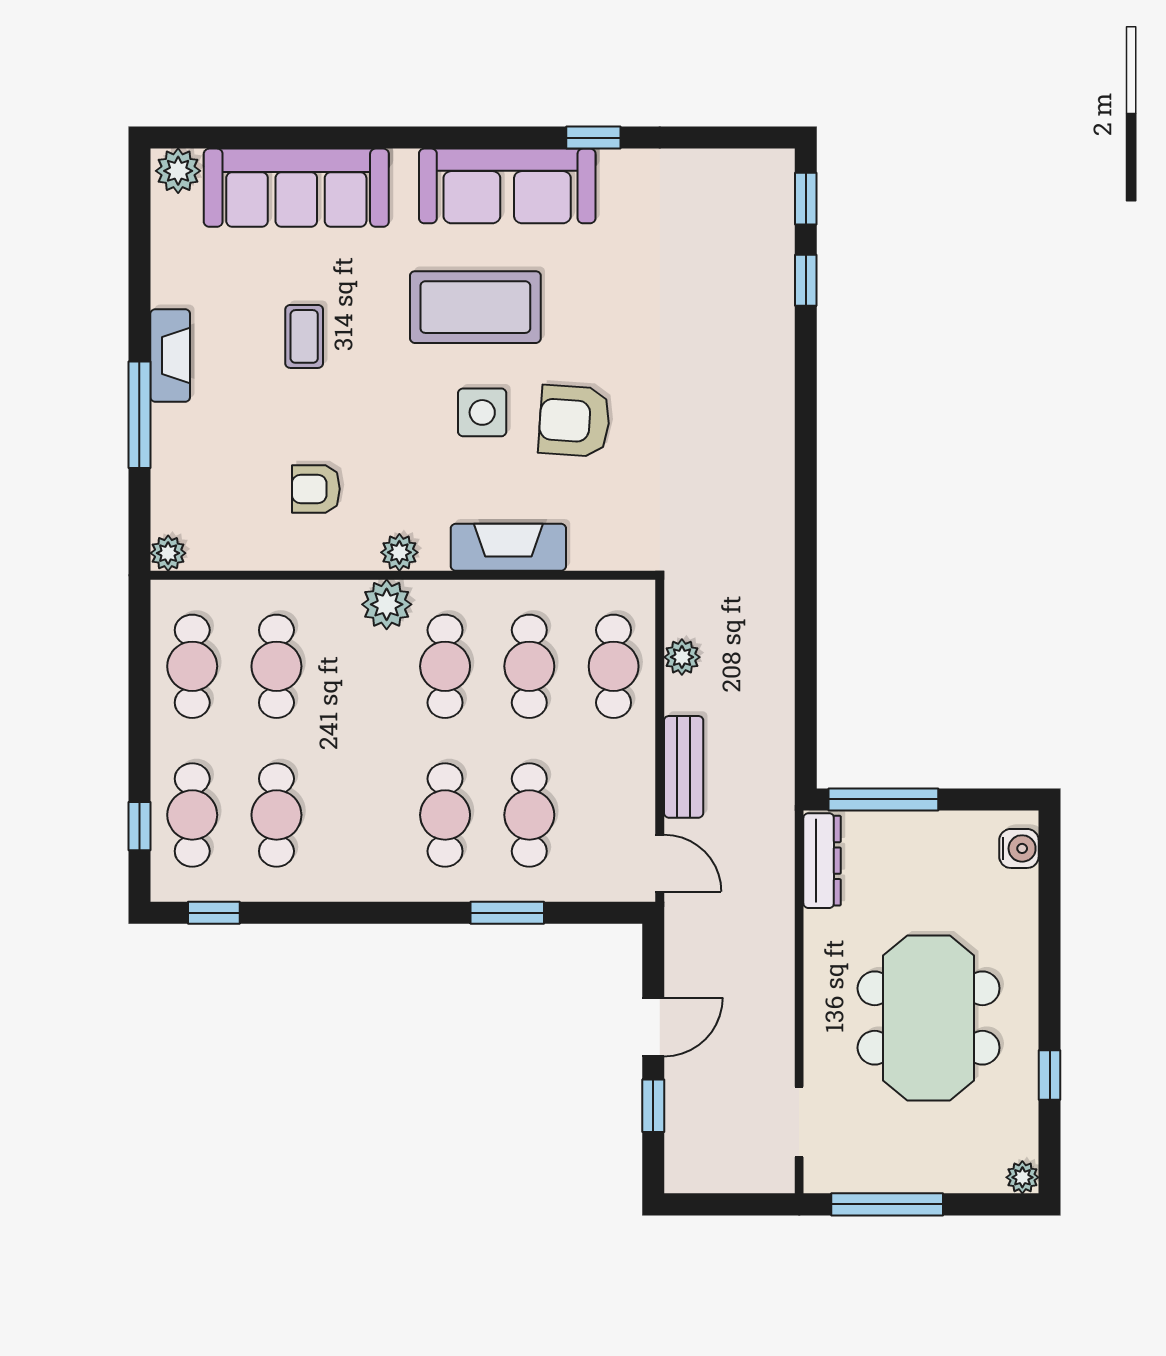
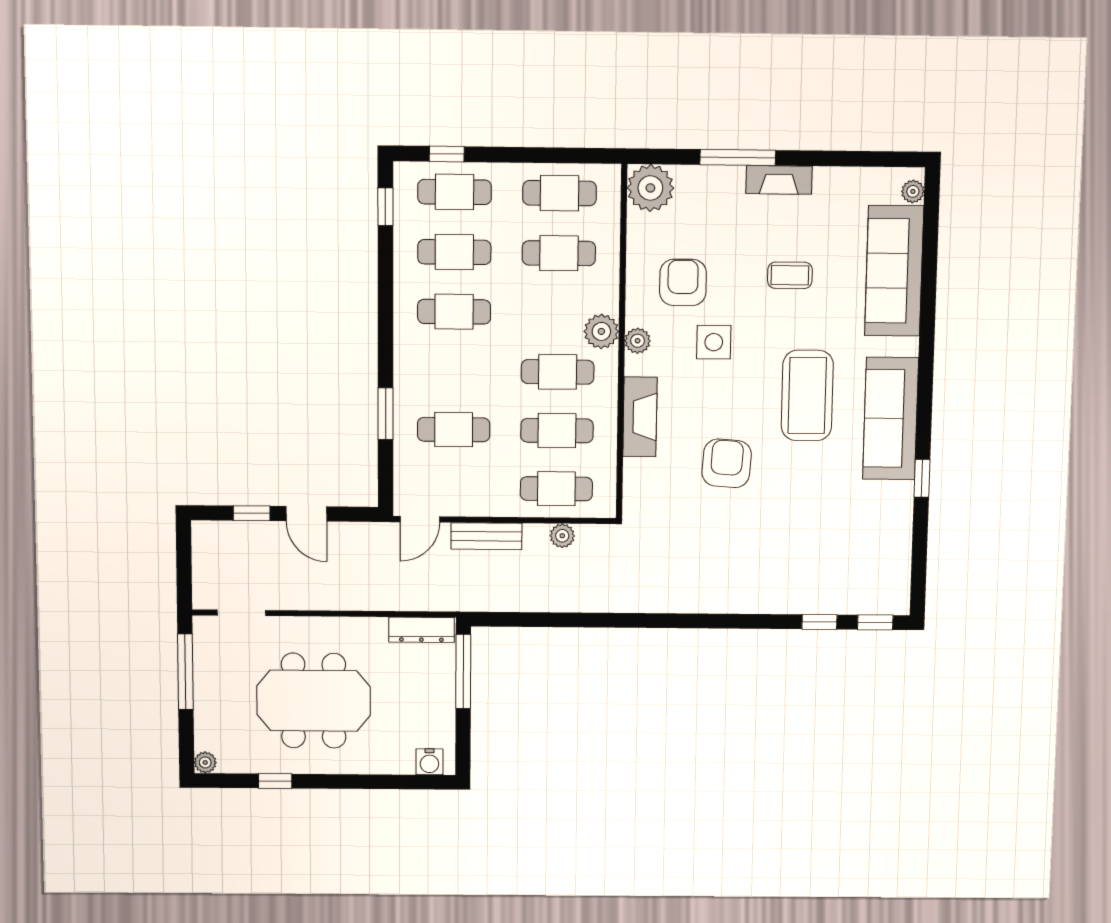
plant: (178, 171) -> (913, 191), width x0.73, depth x0.73
side table: (482, 412) -> (714, 342), moved
armchair: (316, 489) -> (683, 282), width x1.38, depth x1.38
plant: (168, 553) -> (650, 188), width x1.87, depth x1.87
cafe table: (445, 815) -> (454, 312), moved

